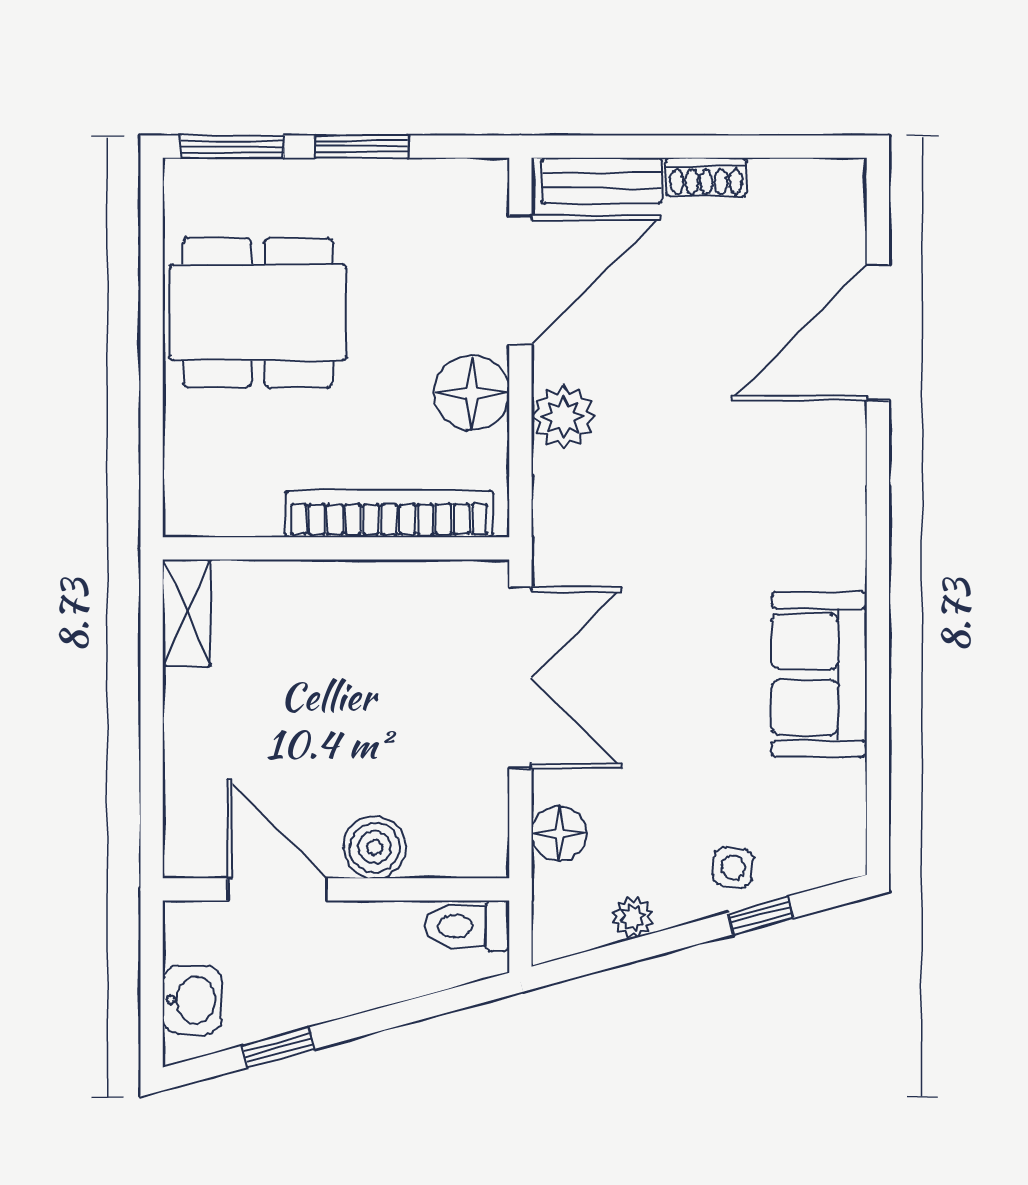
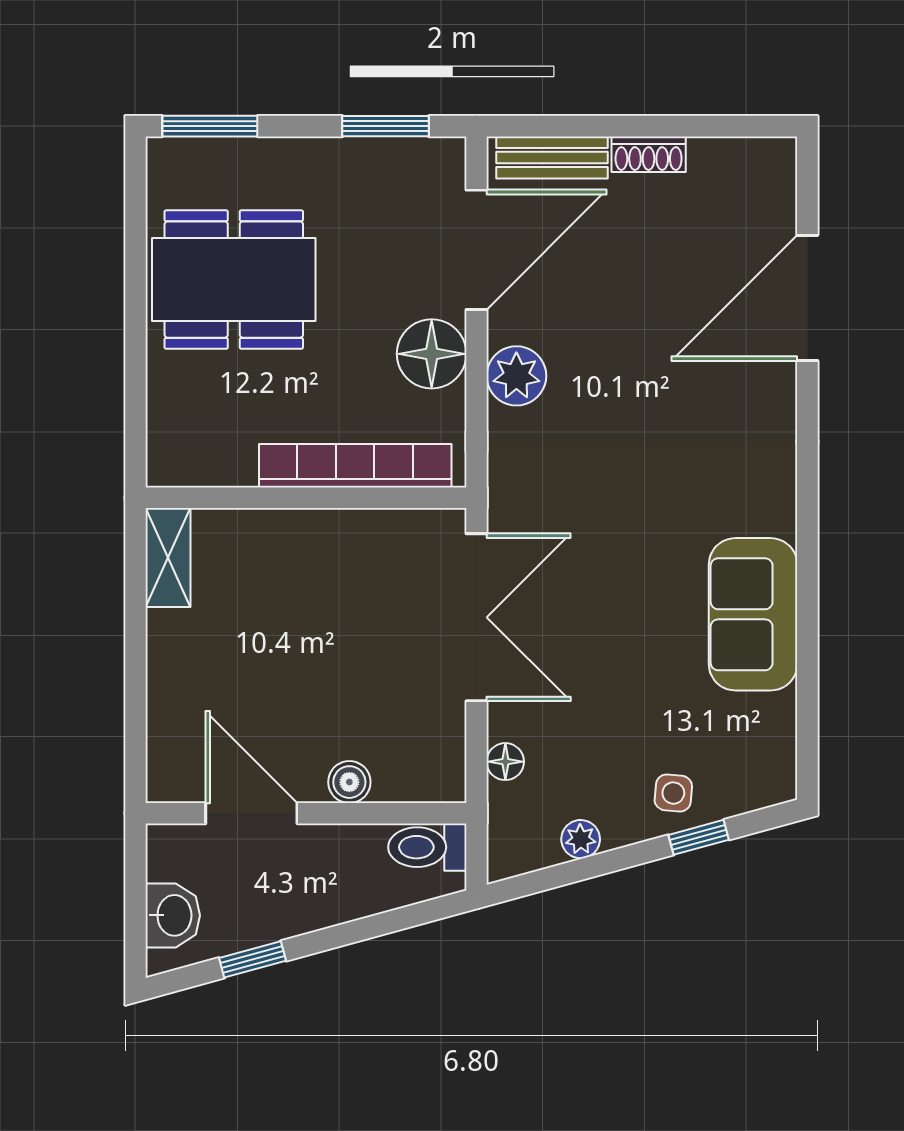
window: (362, 147) -> (386, 126), moved
floor lamp: (559, 834) -> (505, 762), width x0.73, depth x0.73
boiler: (375, 847) -> (349, 782), width x0.73, depth x0.73

